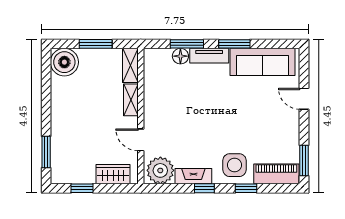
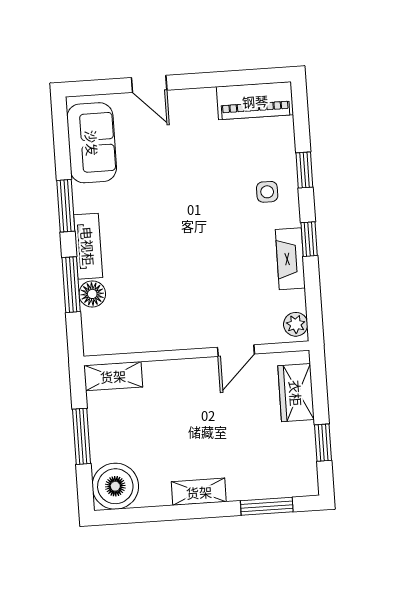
sofa: (262, 62) -> (92, 143), width x0.73
door: (304, 99) -> (149, 84), hinge flipped
shelving: (131, 100) -> (199, 492), moved
window: (304, 160) -> (252, 77), removed
side table: (234, 165) -> (267, 192), width x0.54, depth x0.54
plant: (160, 170) -> (296, 324), width x0.53, depth x0.53
piano: (276, 174) -> (255, 101), moved, turned -90

